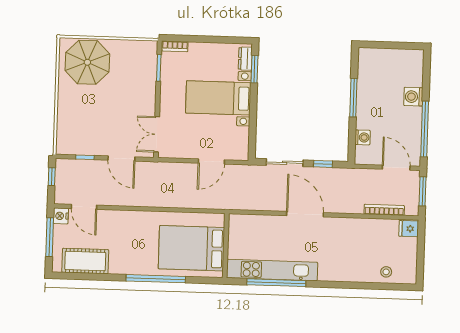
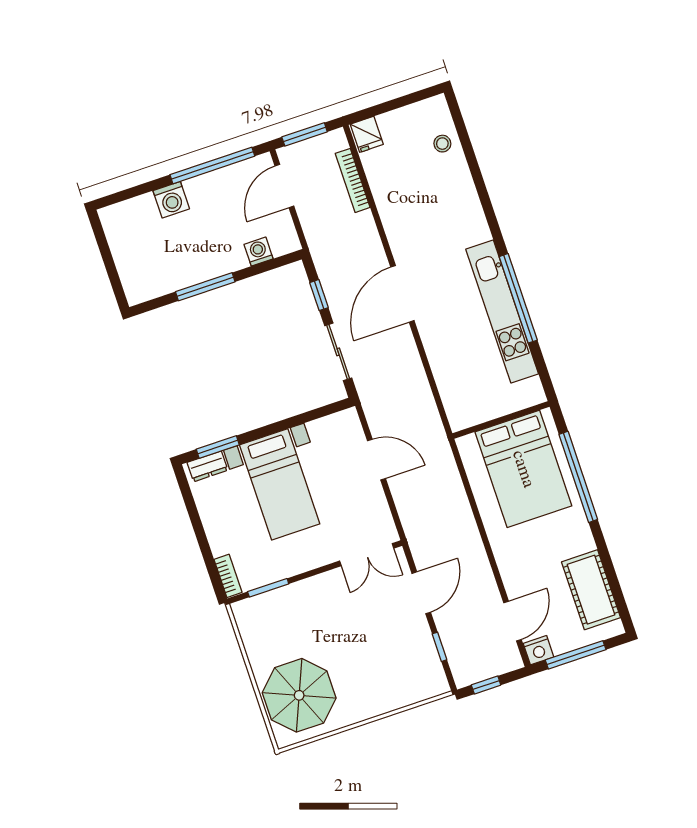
wall: (226, 246) -> (501, 420), moved
bed: (191, 248) -> (523, 469), moved

